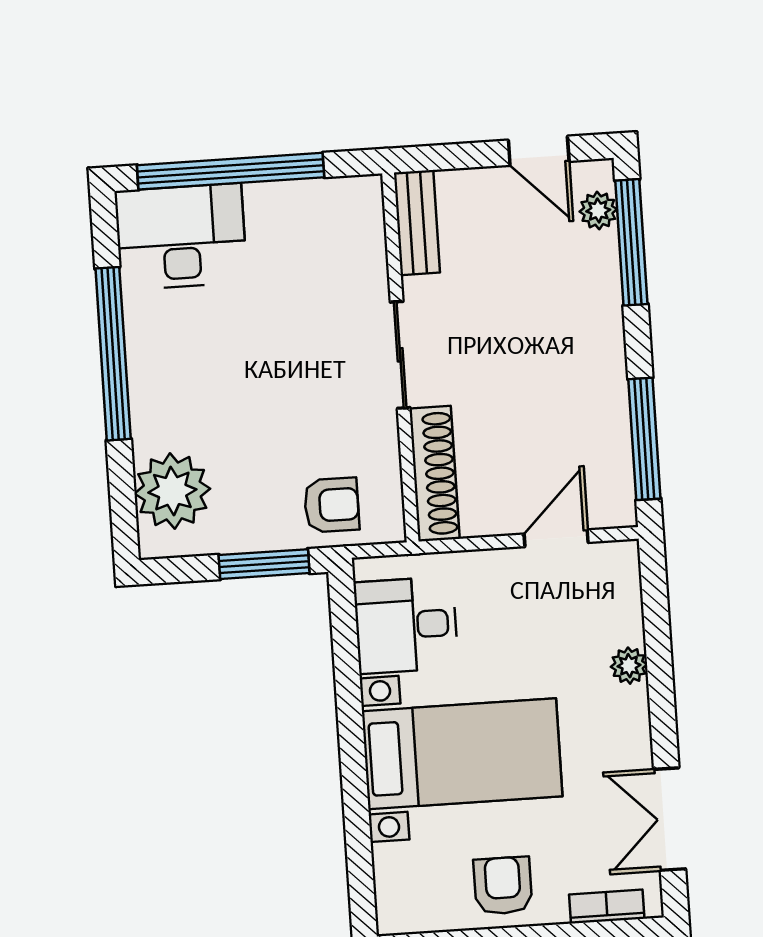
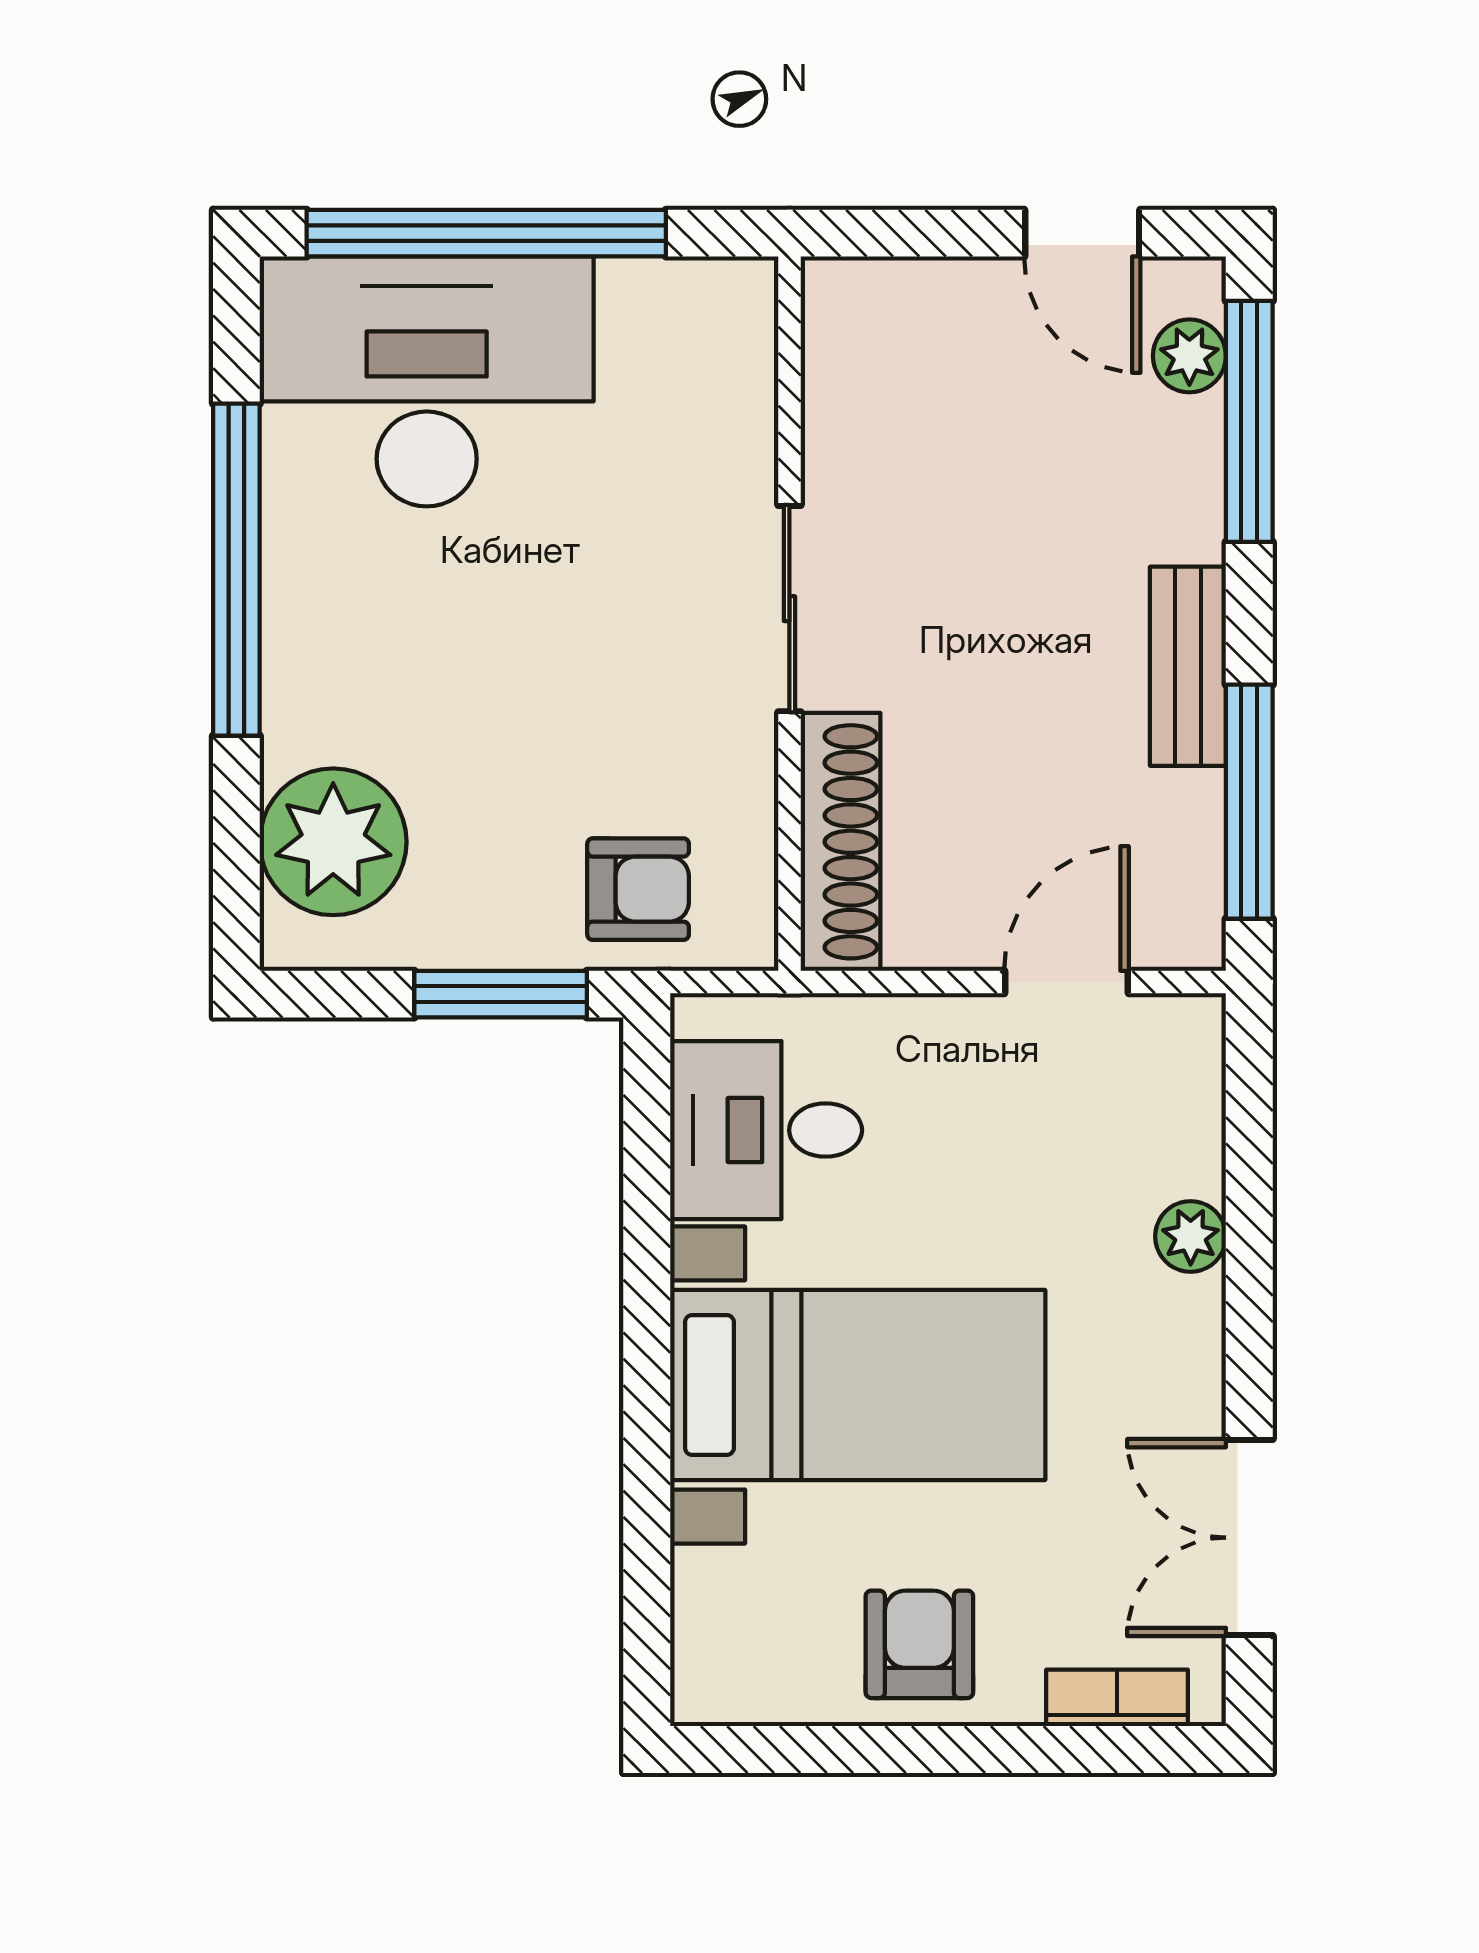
bench: (417, 223) -> (1188, 666), moved
desk: (181, 237) -> (427, 381), width x1.36, depth x1.30

